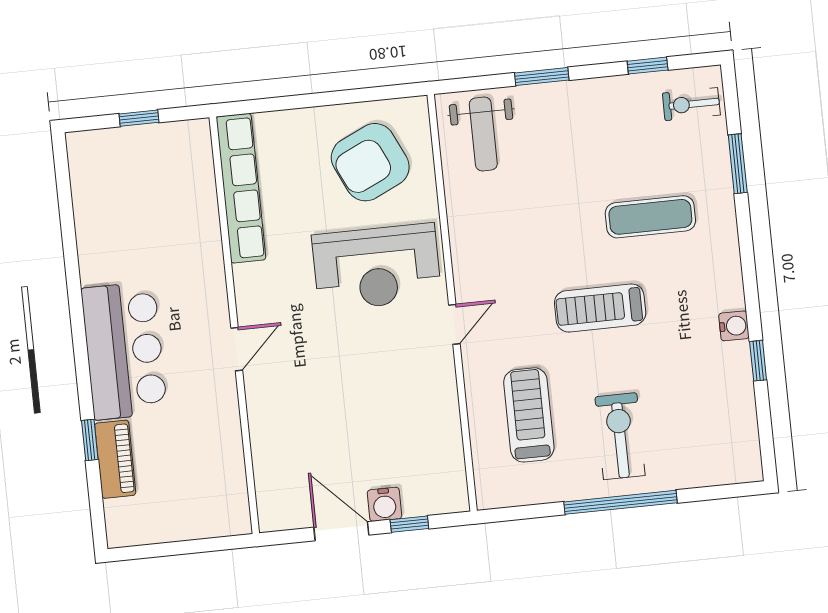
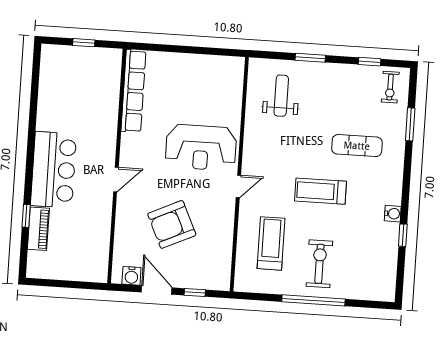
exercise bike: (691, 104) -> (390, 87), turned -90
weight bench: (483, 134) -> (281, 96), moved, turned 180
armchair: (370, 162) -> (172, 224), moved
water cooler: (384, 504) -> (131, 276), moved

